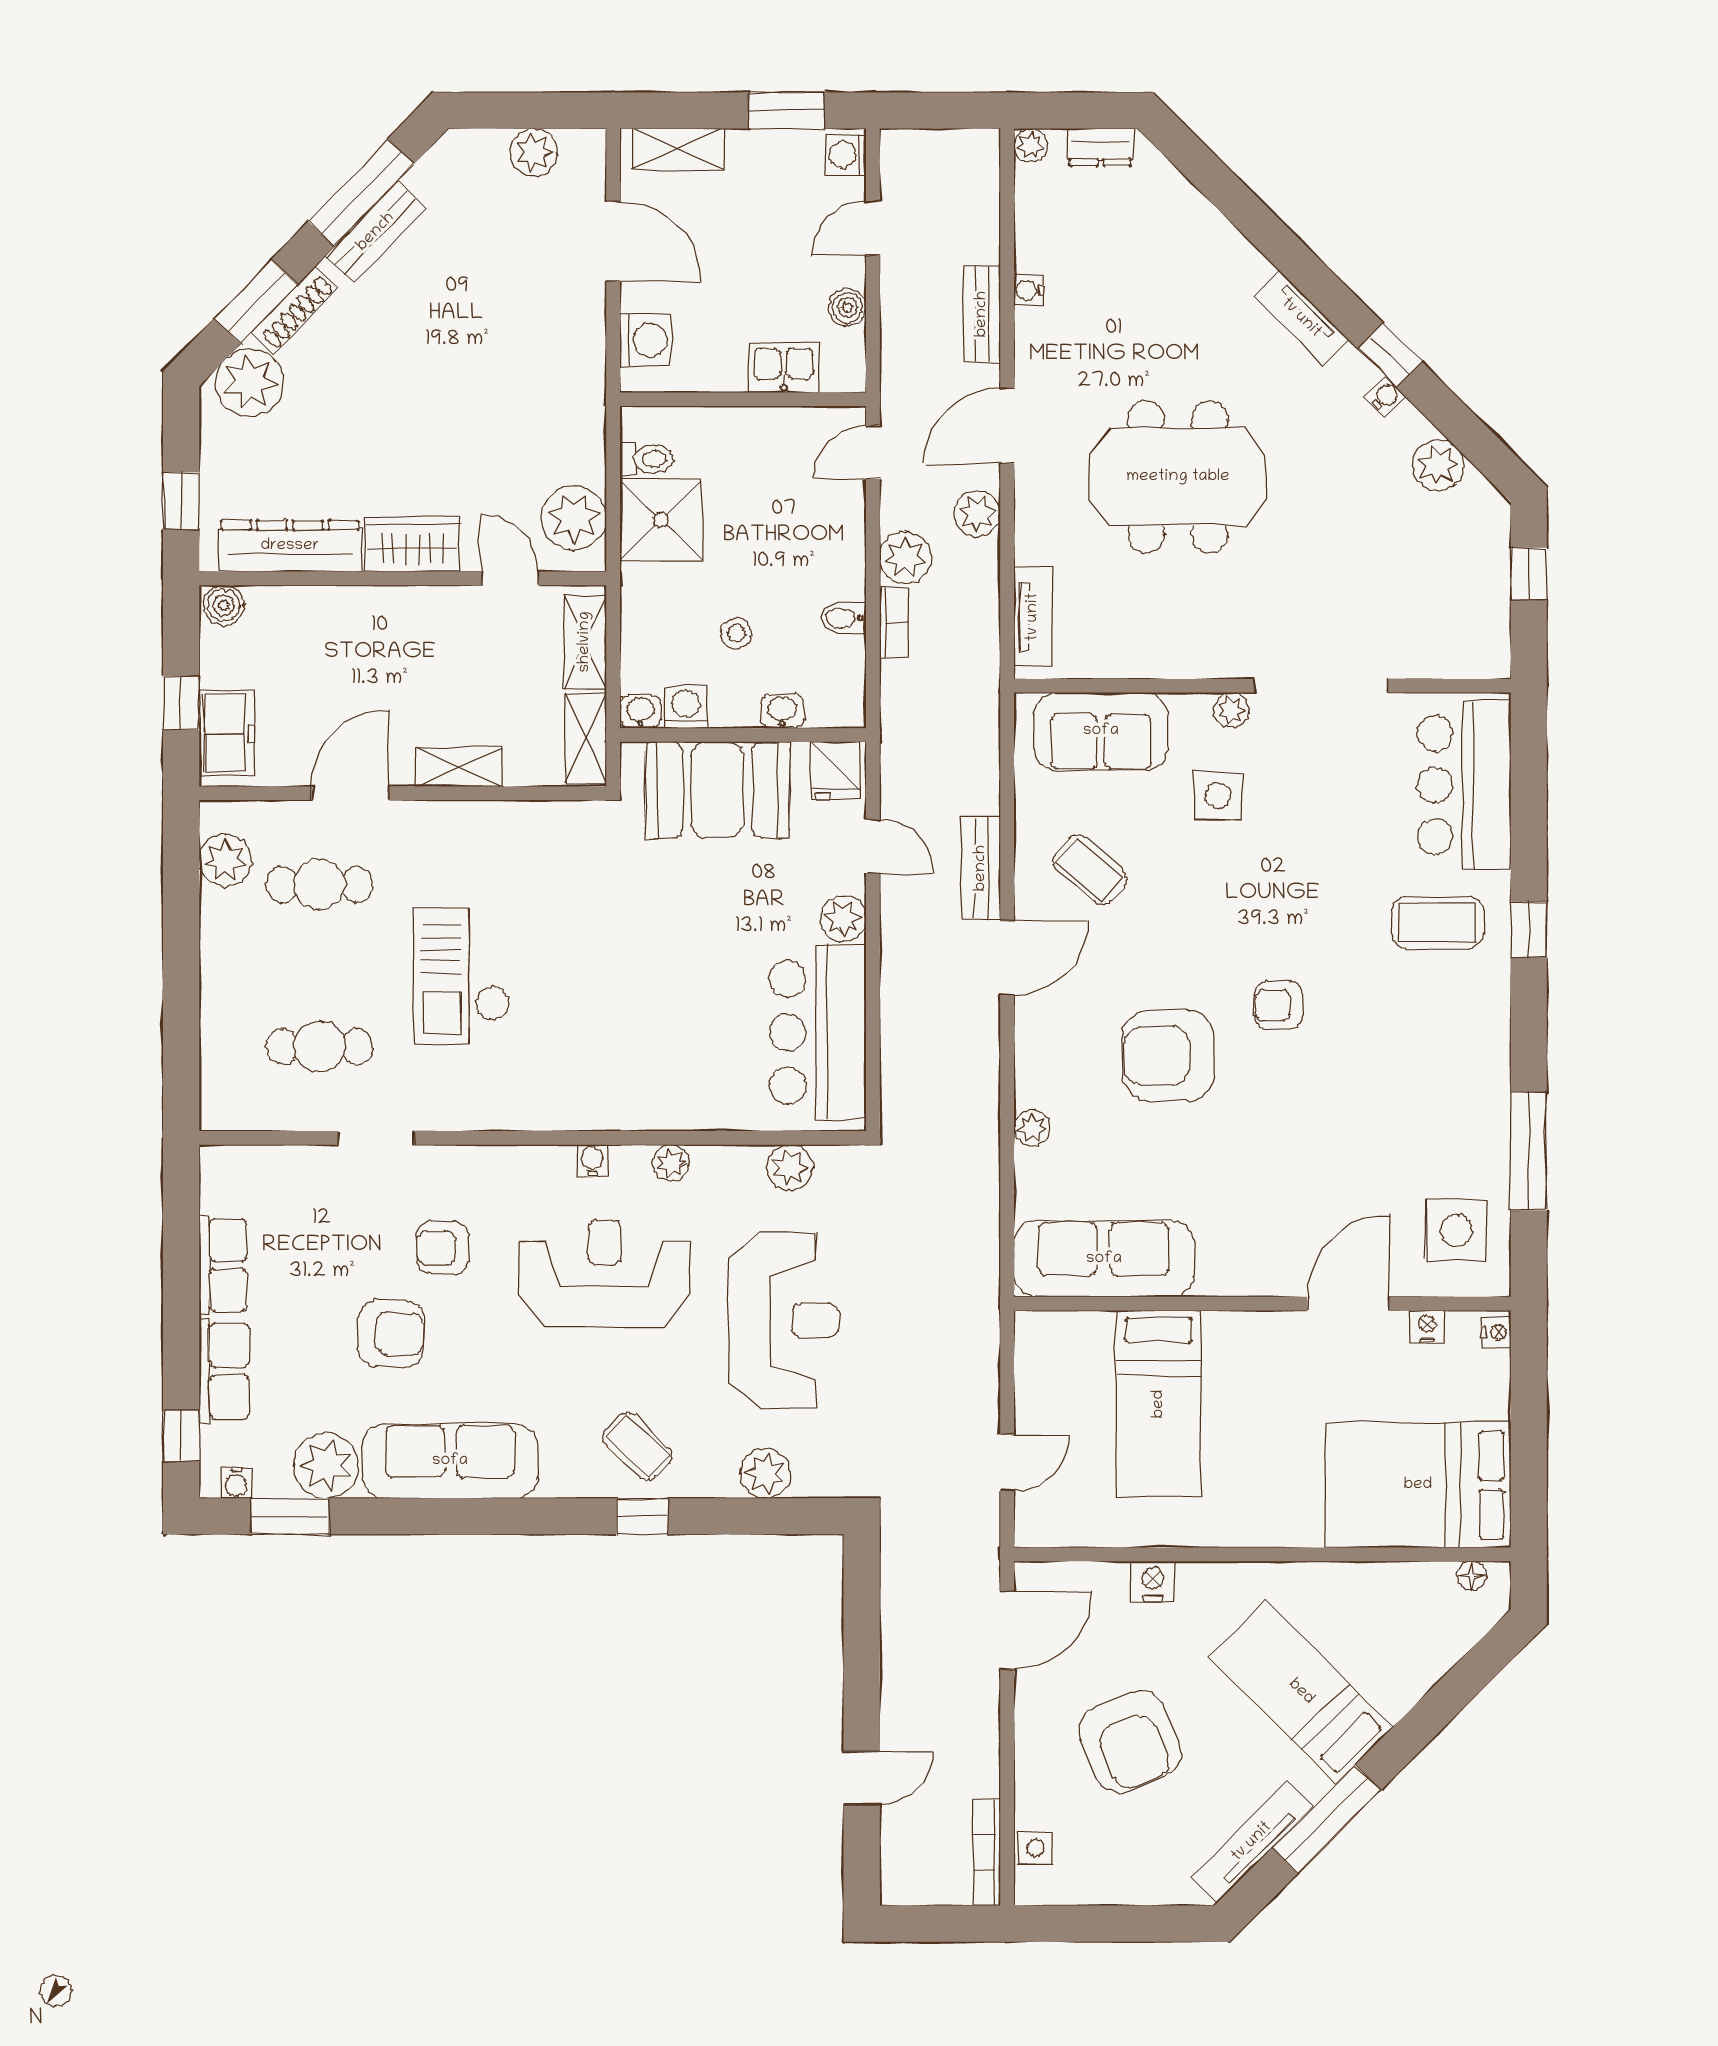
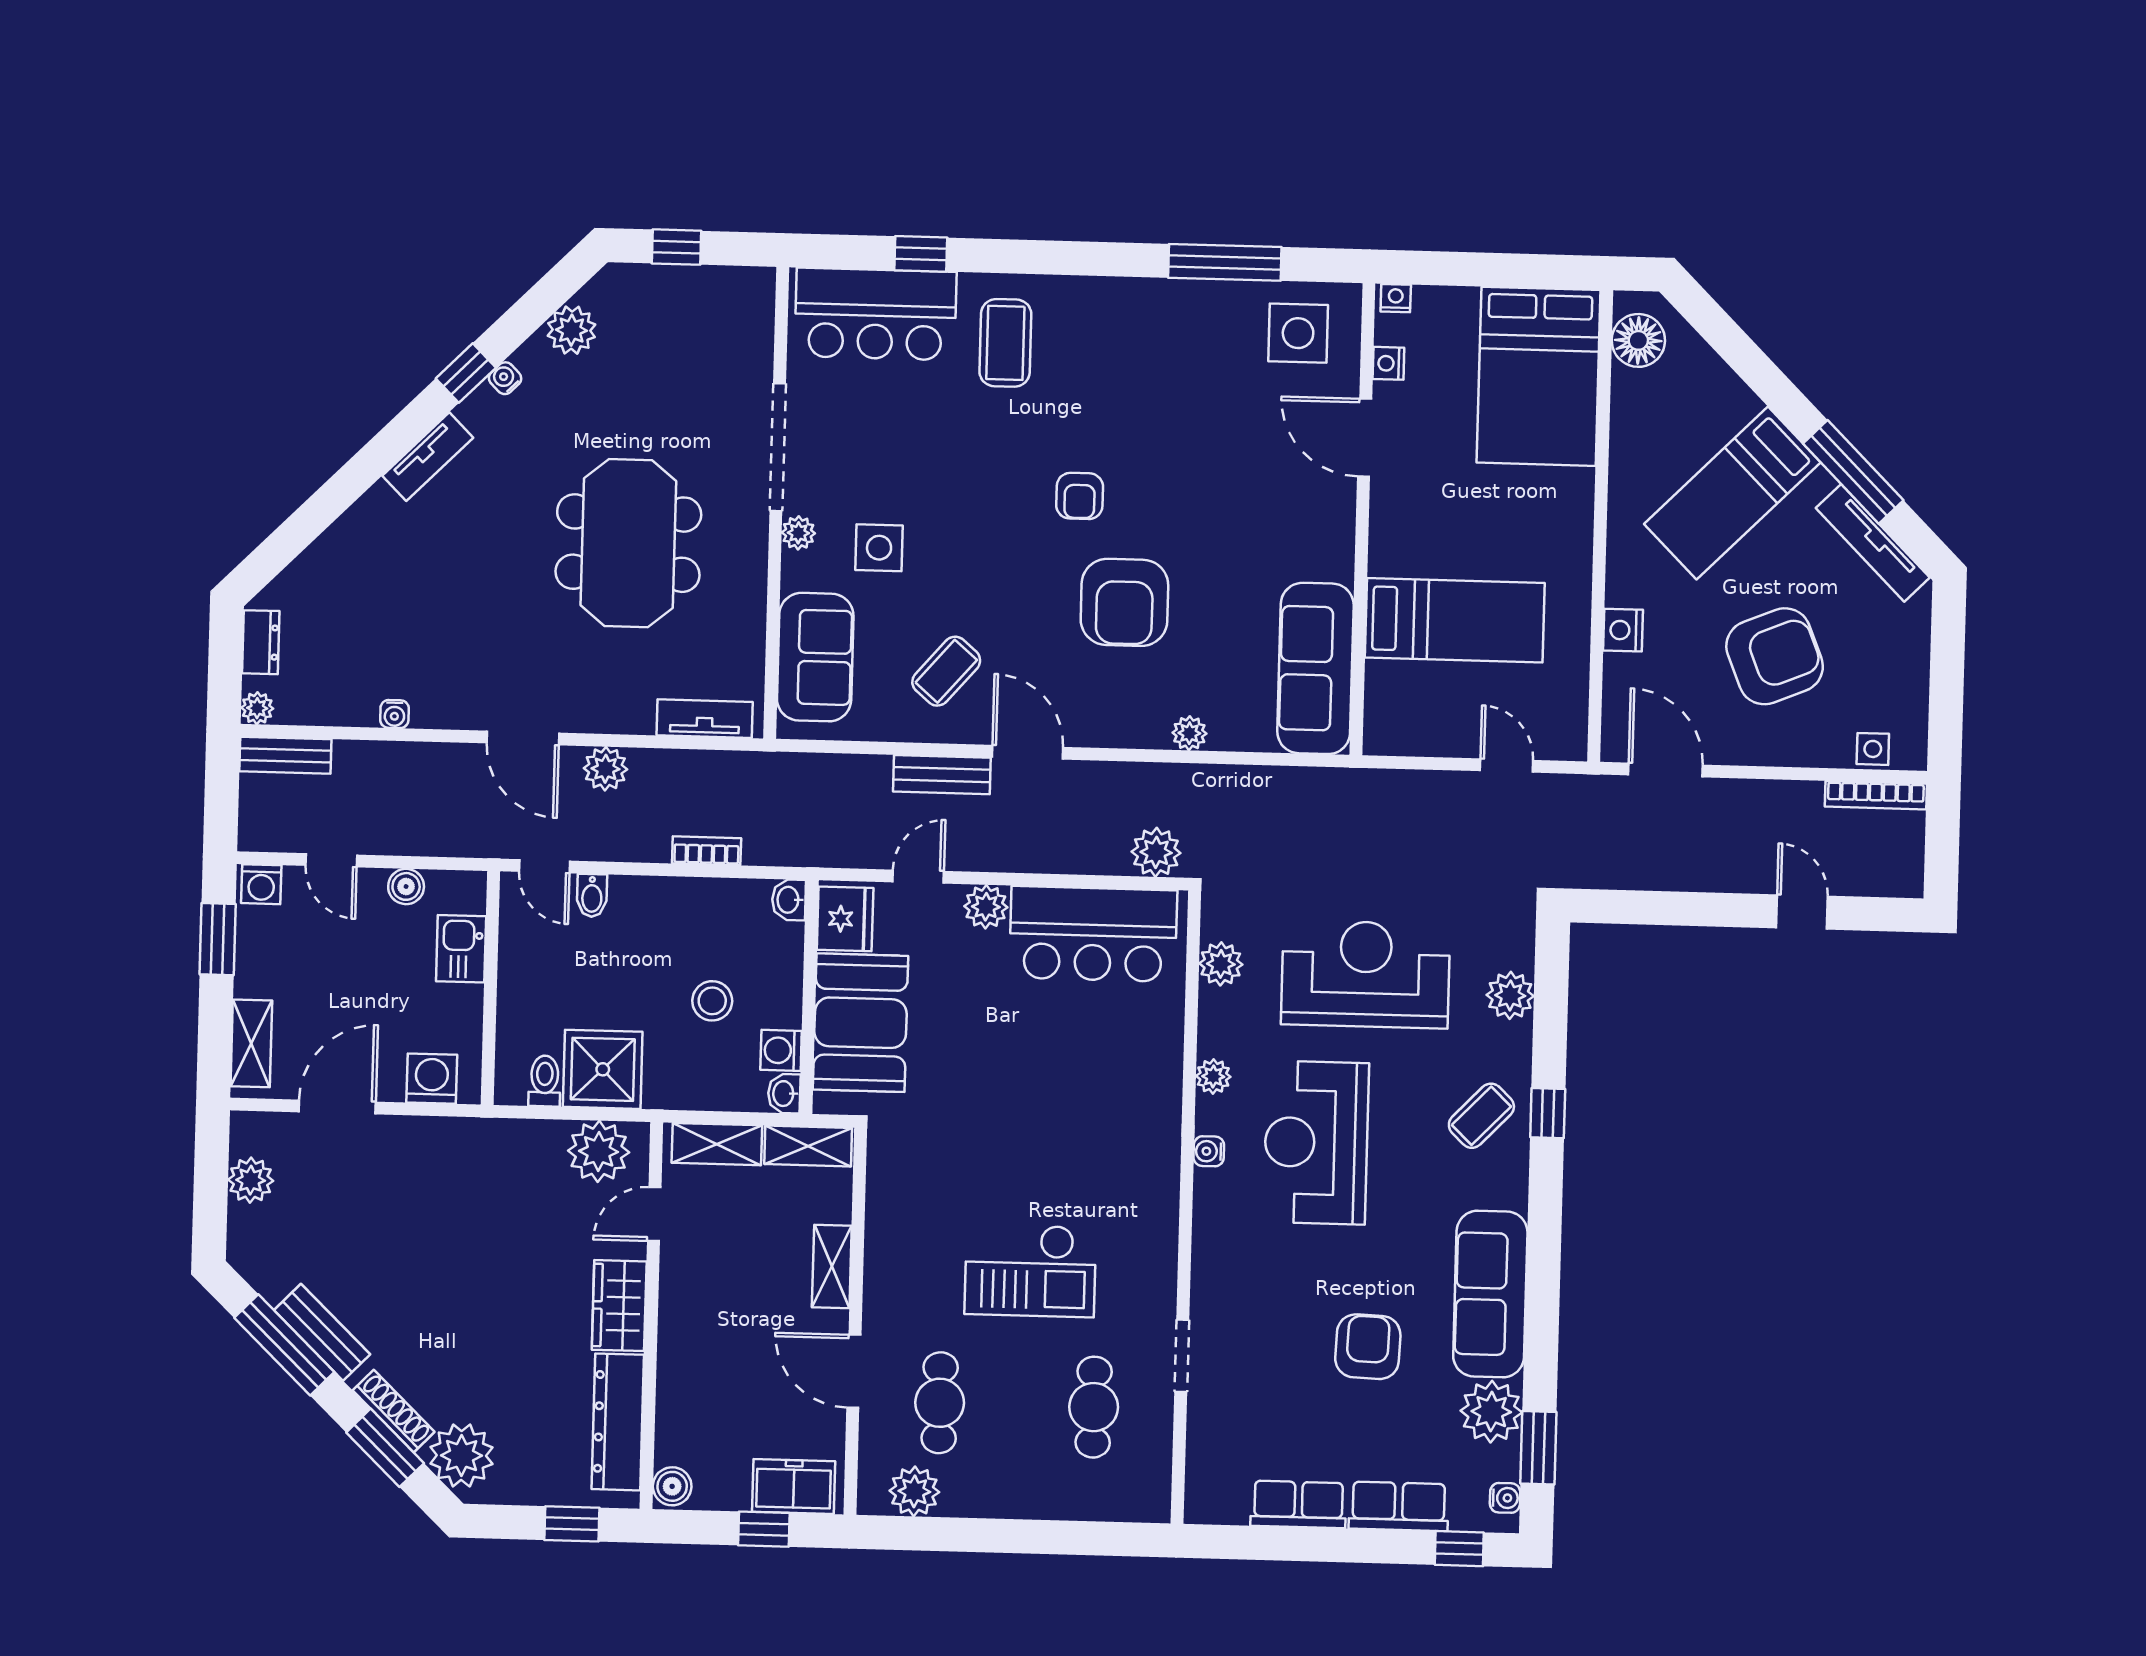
bench: (982, 314) -> (285, 755), moved
meeting table: (1178, 477) -> (628, 543), moved
plant: (905, 557) -> (1156, 852), moved
bidet: (843, 618) -> (592, 895), moved
stool: (736, 633) -> (712, 1001), width x1.37, depth x1.37
washbasin: (782, 711) -> (789, 900), moved
fridge: (836, 771) -> (845, 919), width x1.38
window: (1529, 929) -> (921, 254), moved
armchair: (443, 1248) -> (1288, 1296), removed
floor lamp: (1472, 1576) -> (1638, 340), width x1.89, depth x1.89

